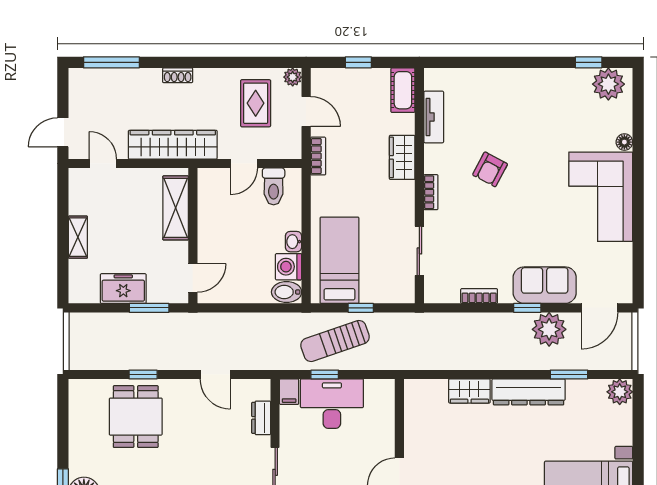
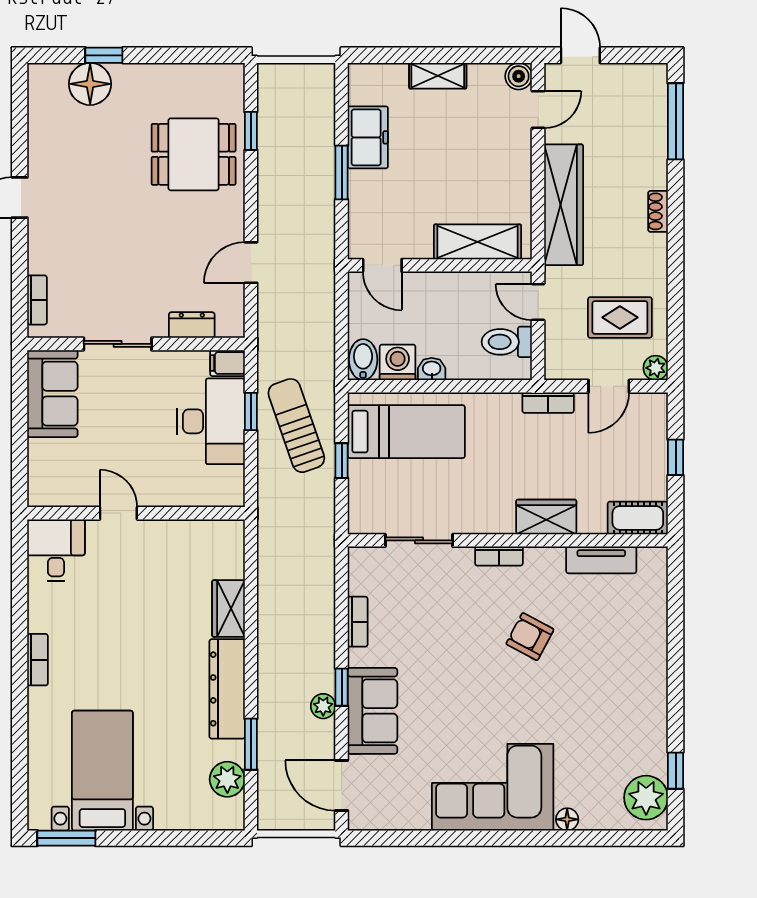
boiler: (78, 178) -> (519, 76), added
shelving: (176, 208) -> (478, 242), moved
wall: (193, 236) -> (440, 265), moved
door: (193, 278) -> (382, 265), moved
plant: (549, 329) -> (323, 706), width x0.53, depth x0.53
window: (143, 374) -> (251, 131), moved
plant: (620, 392) -> (227, 779), moved

